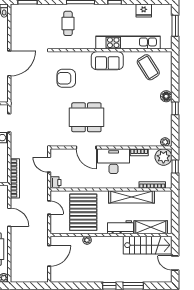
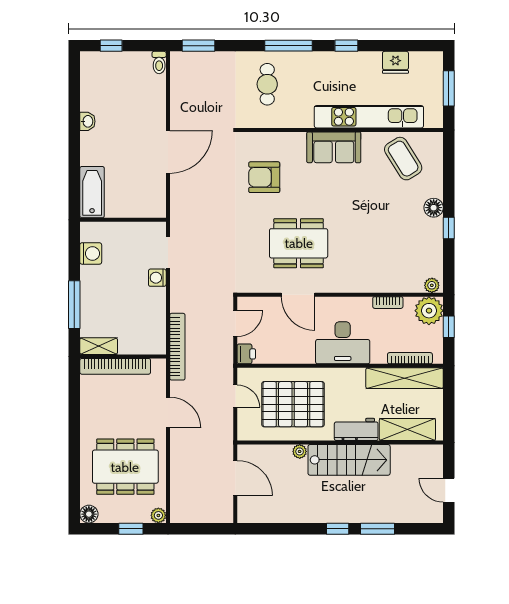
desk: (114, 161) -> (343, 343), moved, turned 180
door: (49, 165) -> (235, 324), swing flipped
shelving: (132, 197) -> (405, 378), moved
pallet: (83, 212) -> (293, 404), turned 90
stairs: (148, 245) -> (349, 460), moved
door: (49, 256) -> (235, 478), hinge flipped

